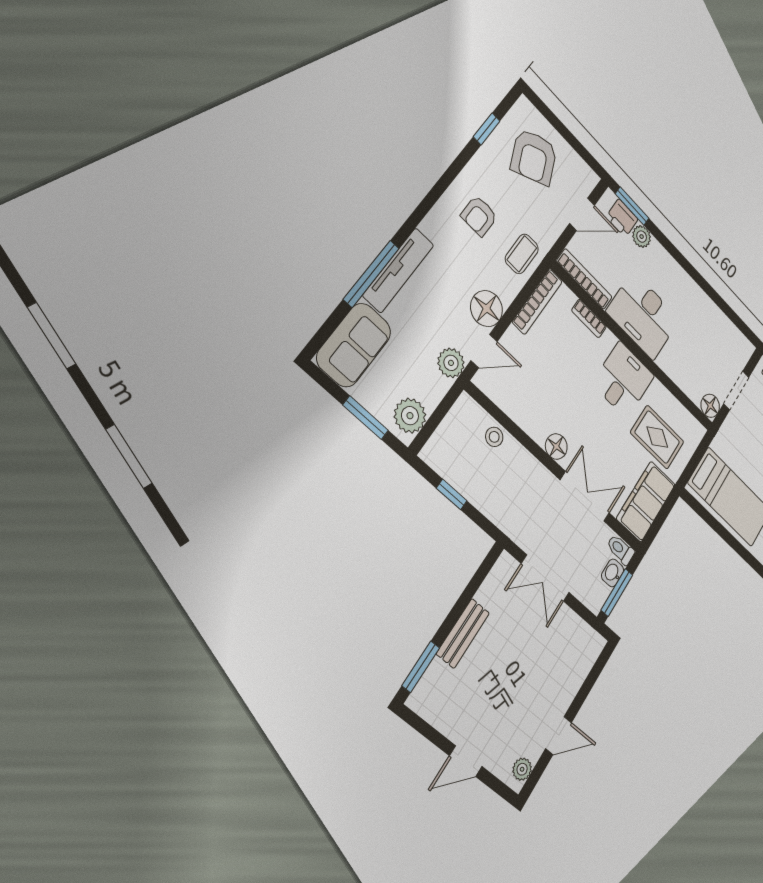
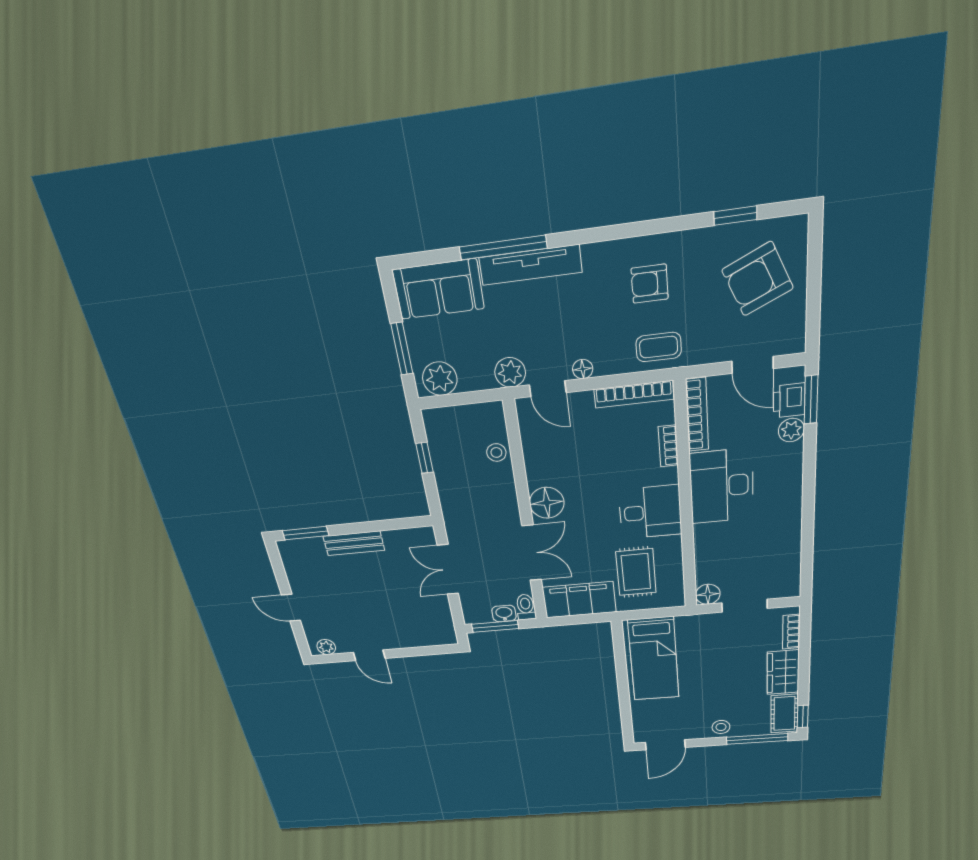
floor lamp: (487, 309) -> (583, 369), width x0.53, depth x0.53
floor lamp: (556, 446) -> (547, 503), width x1.38, depth x1.38

